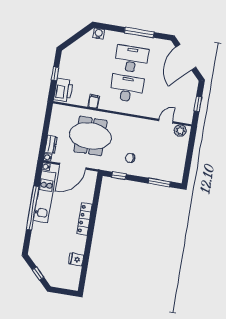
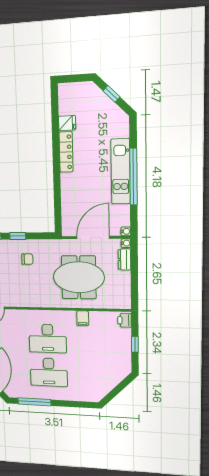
window: (139, 32) -> (34, 402), moved
water cooler: (99, 34) -> (92, 396), removed
printer: (63, 90) -> (125, 320), width x0.53, depth x0.68
window: (119, 176) -> (18, 236), moved
kitchen unit: (45, 197) -> (121, 171), moved
locker: (84, 219) -> (66, 152), moved

